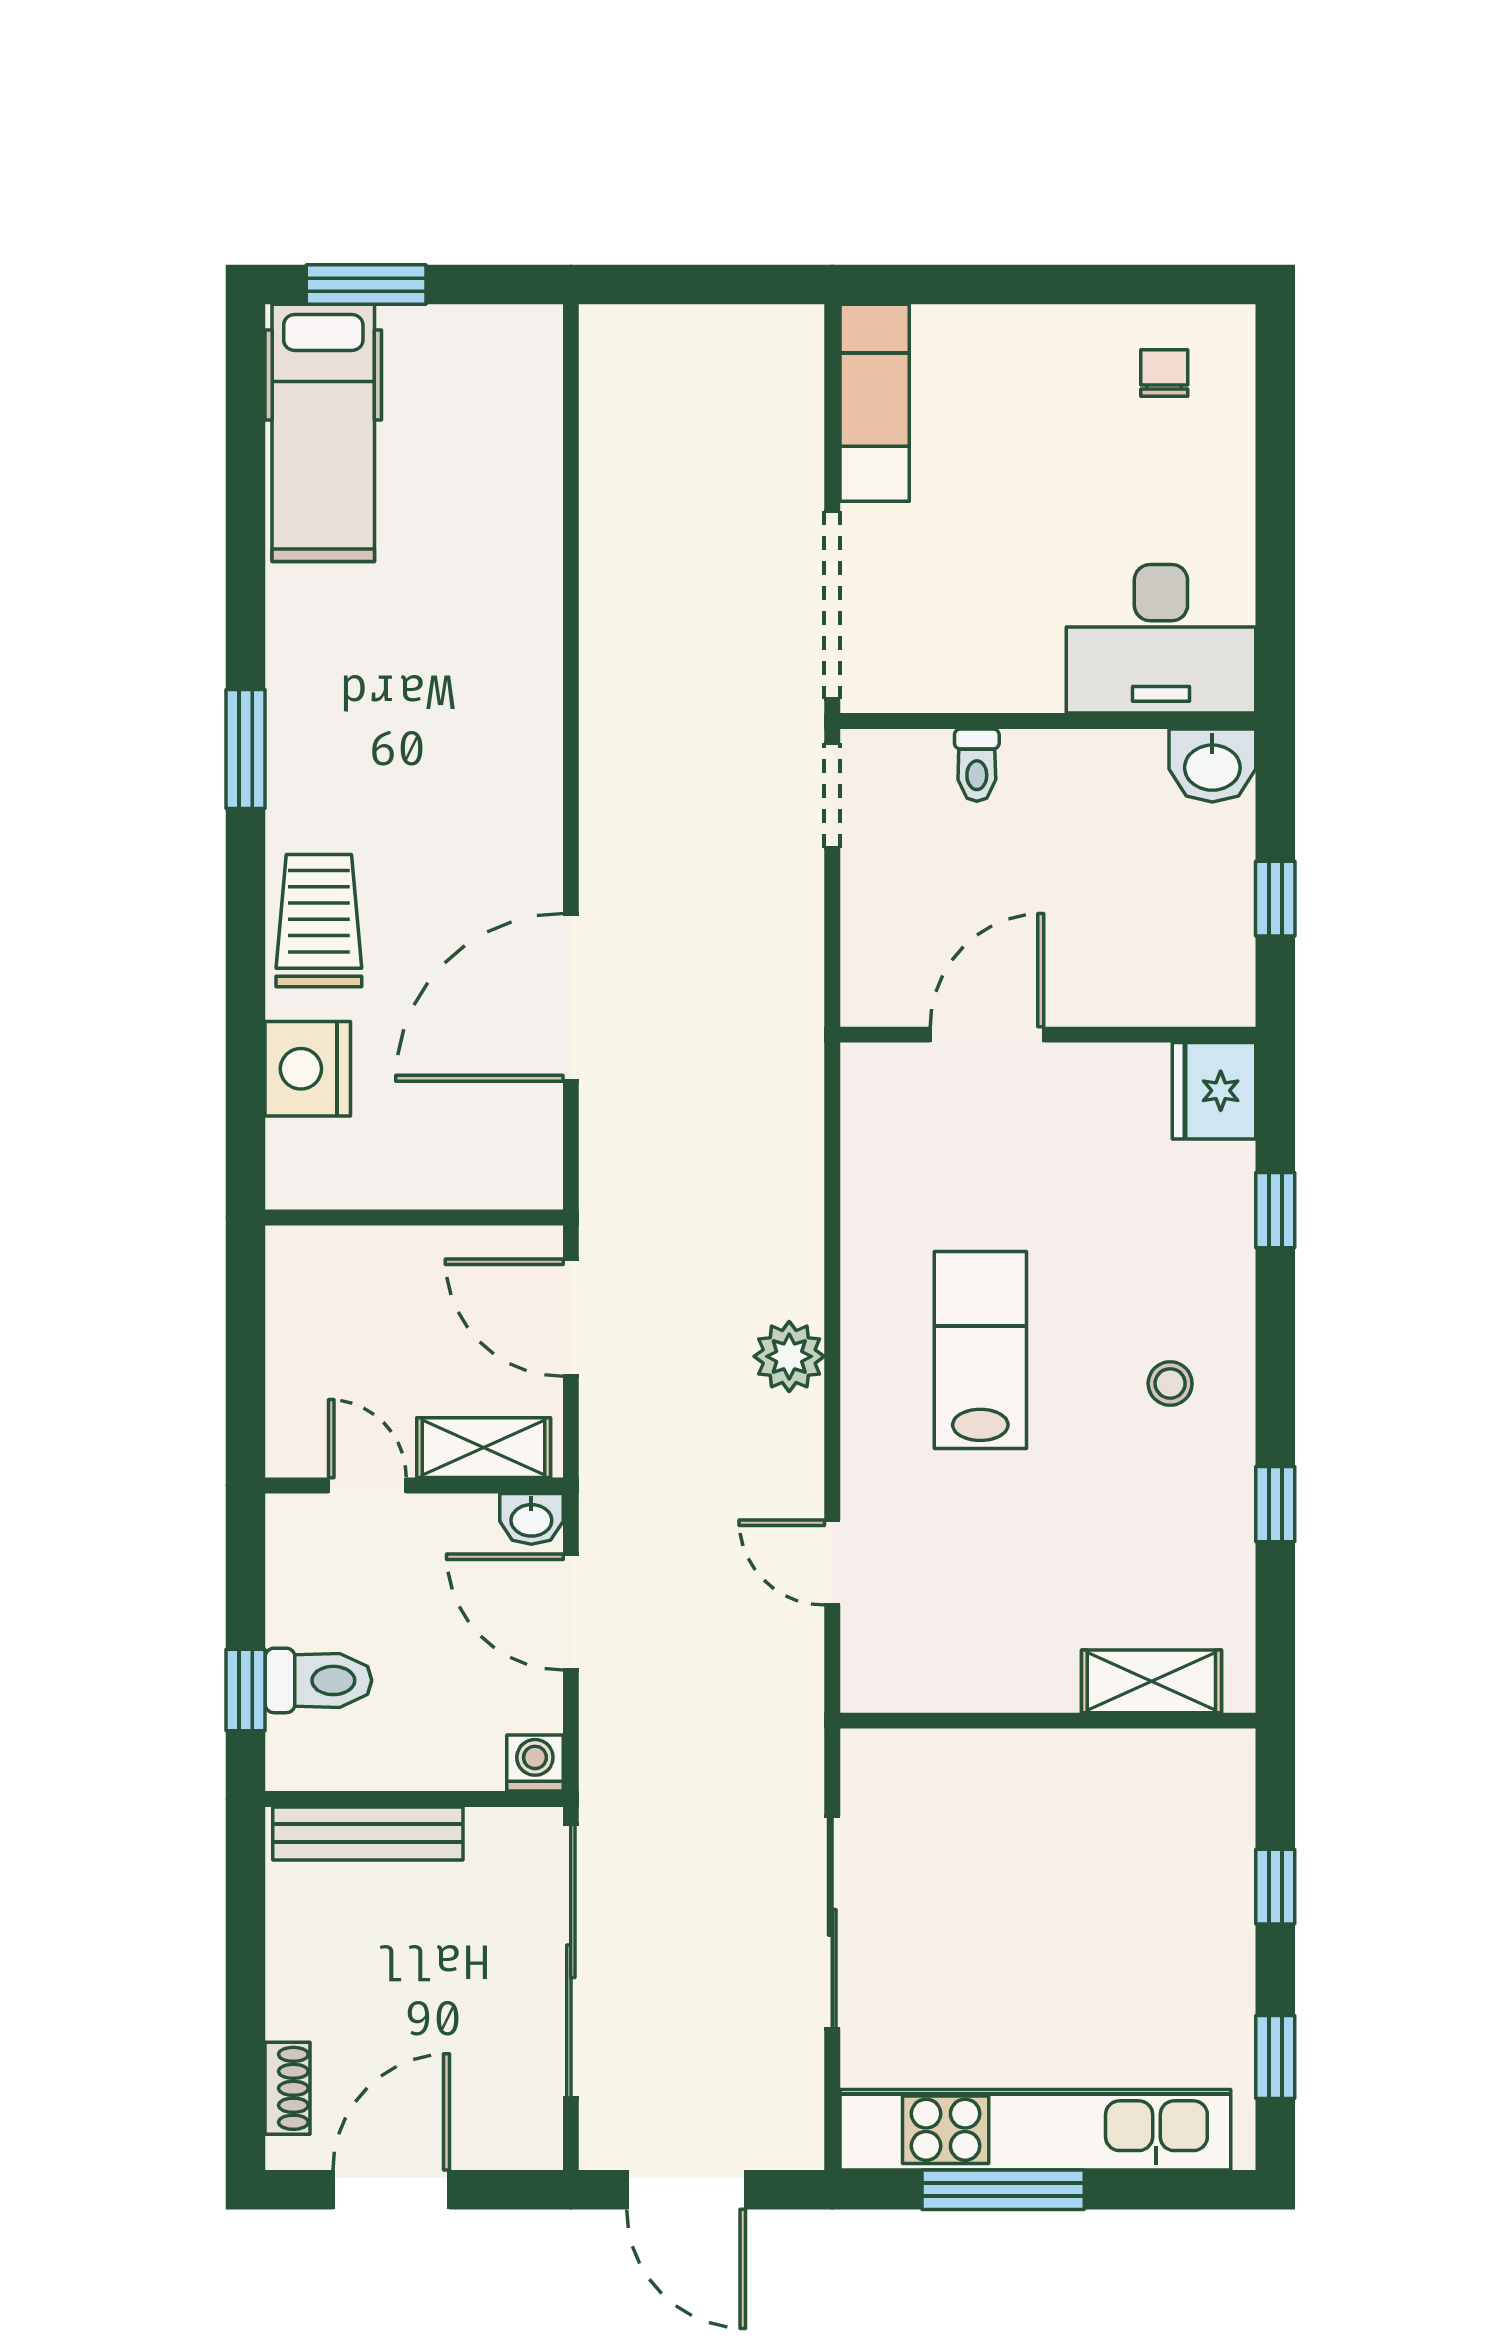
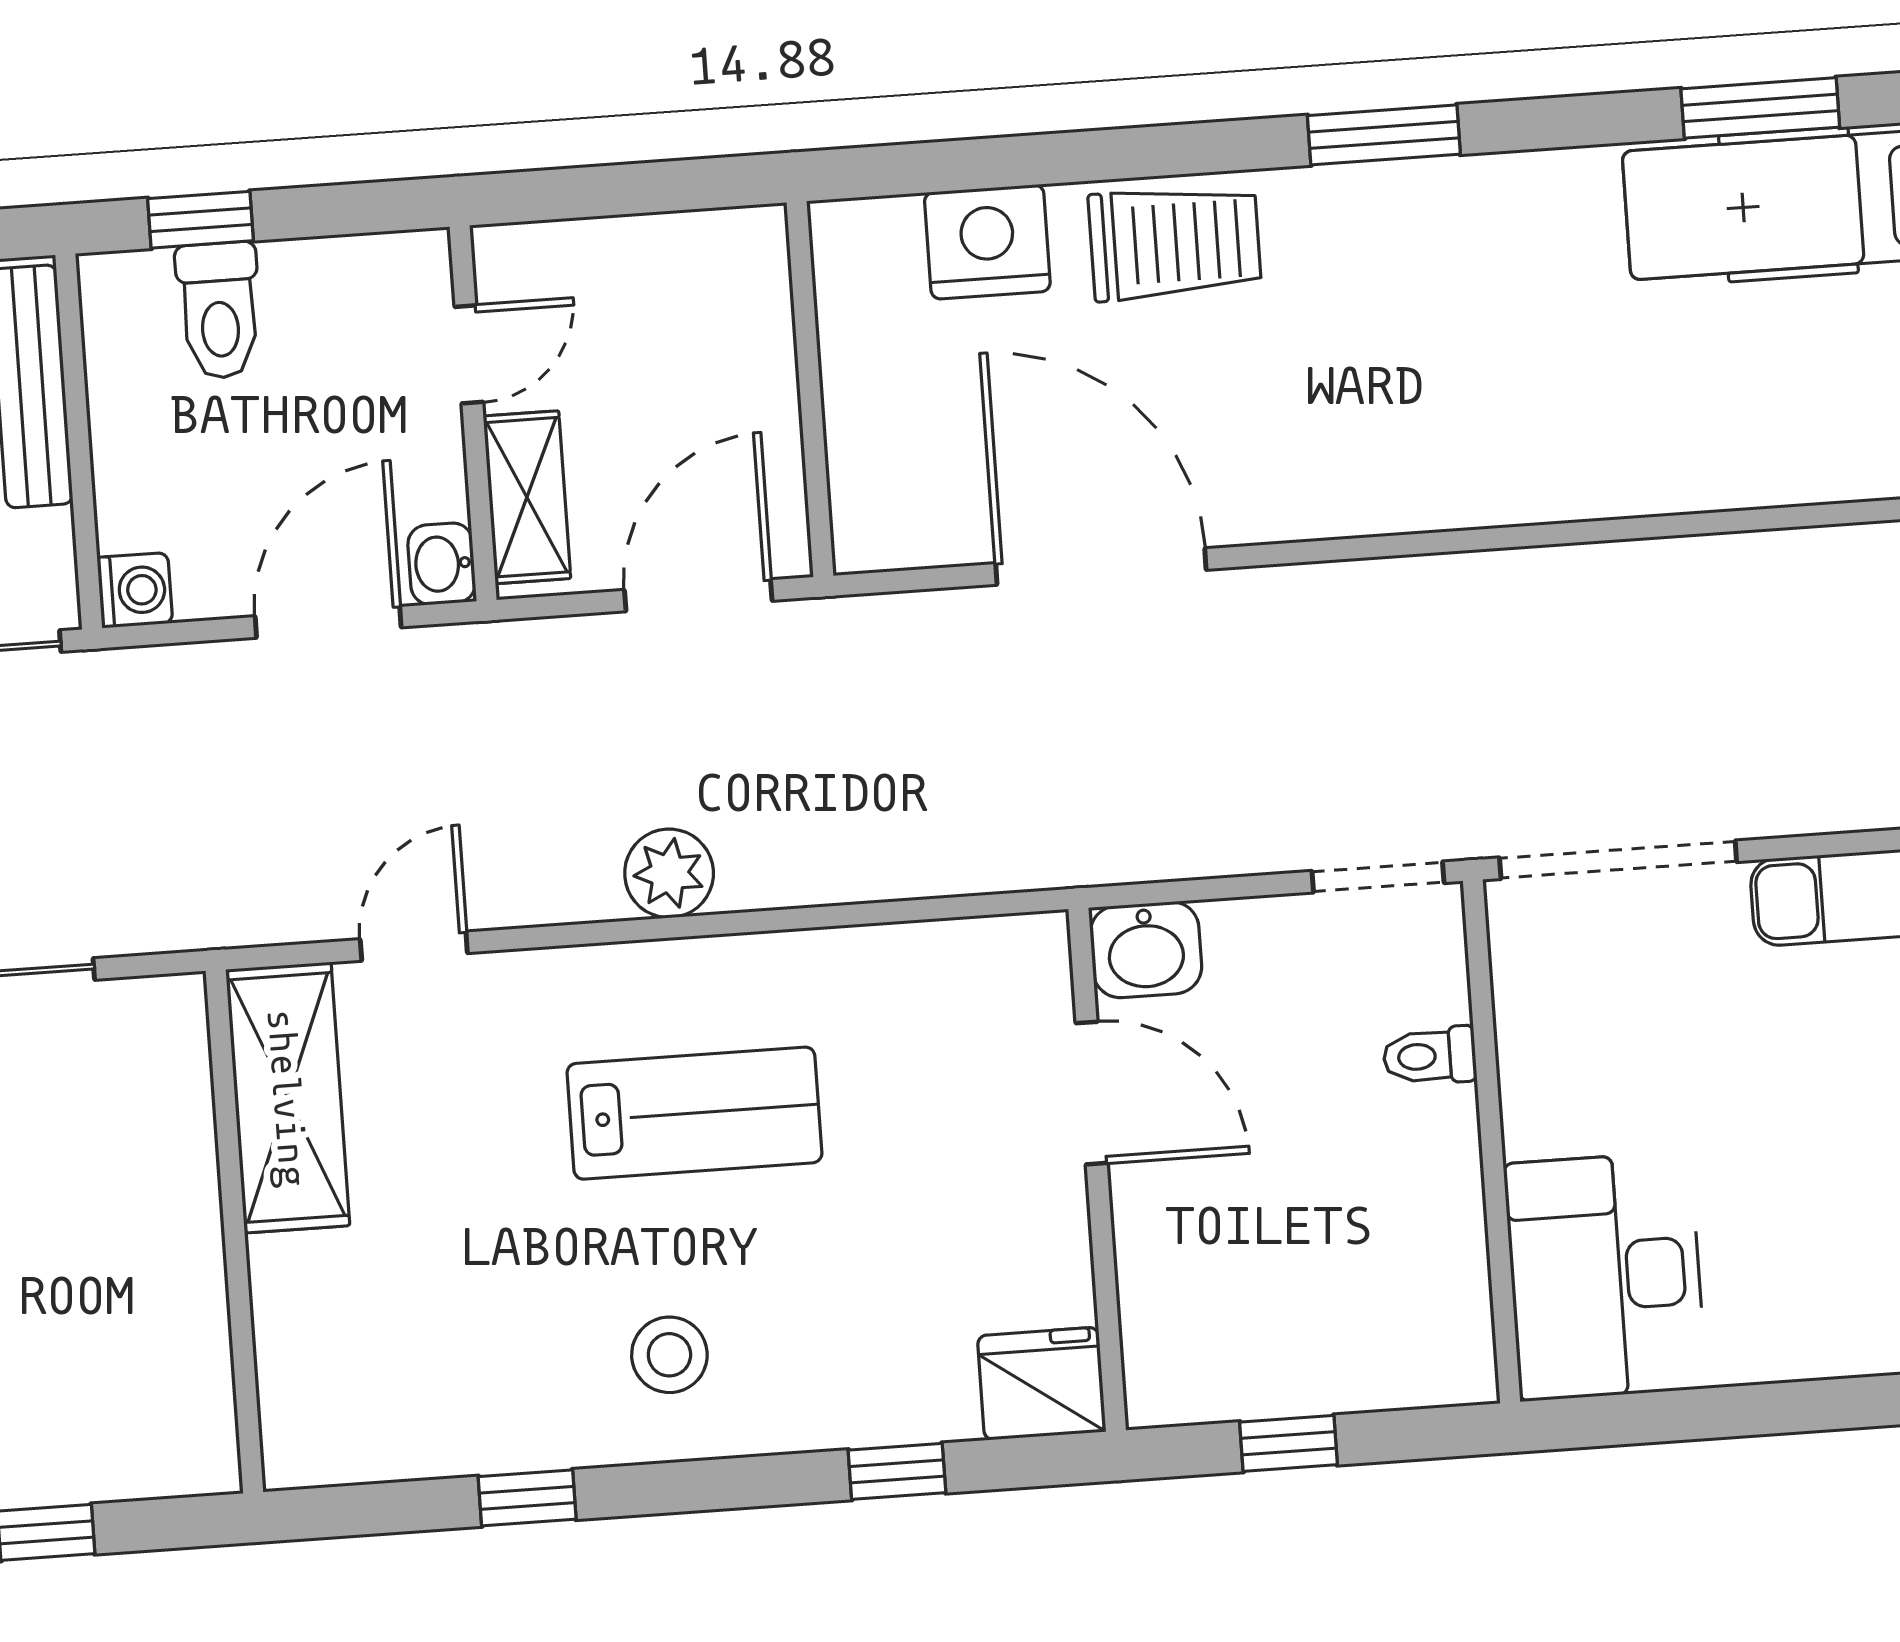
window: (246, 450) -> (1760, 108), added
washbasin: (1212, 765) -> (1146, 950), moved, turned -90
stool: (1170, 1383) -> (669, 1355), width x1.37, depth x1.37
shelving: (1151, 1681) -> (288, 1098), moved, width x1.50, depth x1.33

